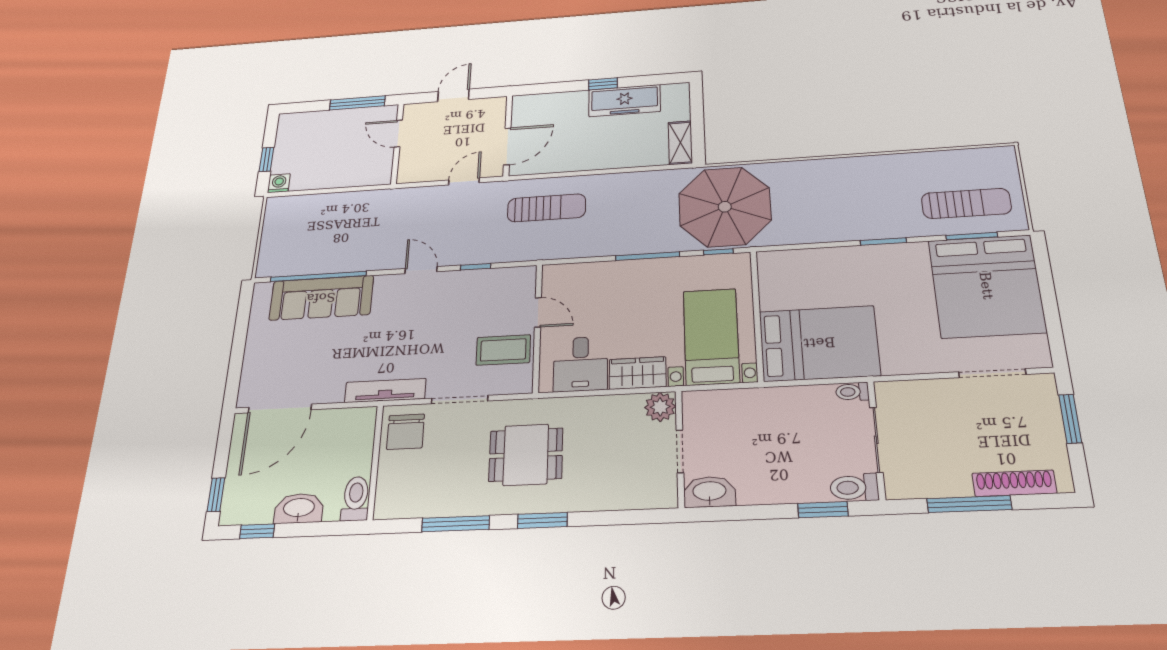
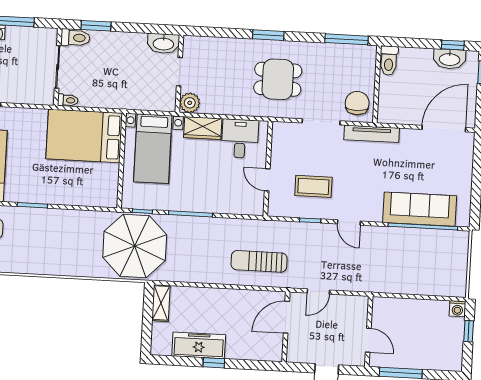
coffee table: (503, 350) -> (313, 186), moved
washbasin: (299, 508) -> (450, 59), moved
window: (456, 524) -> (347, 39), moved

